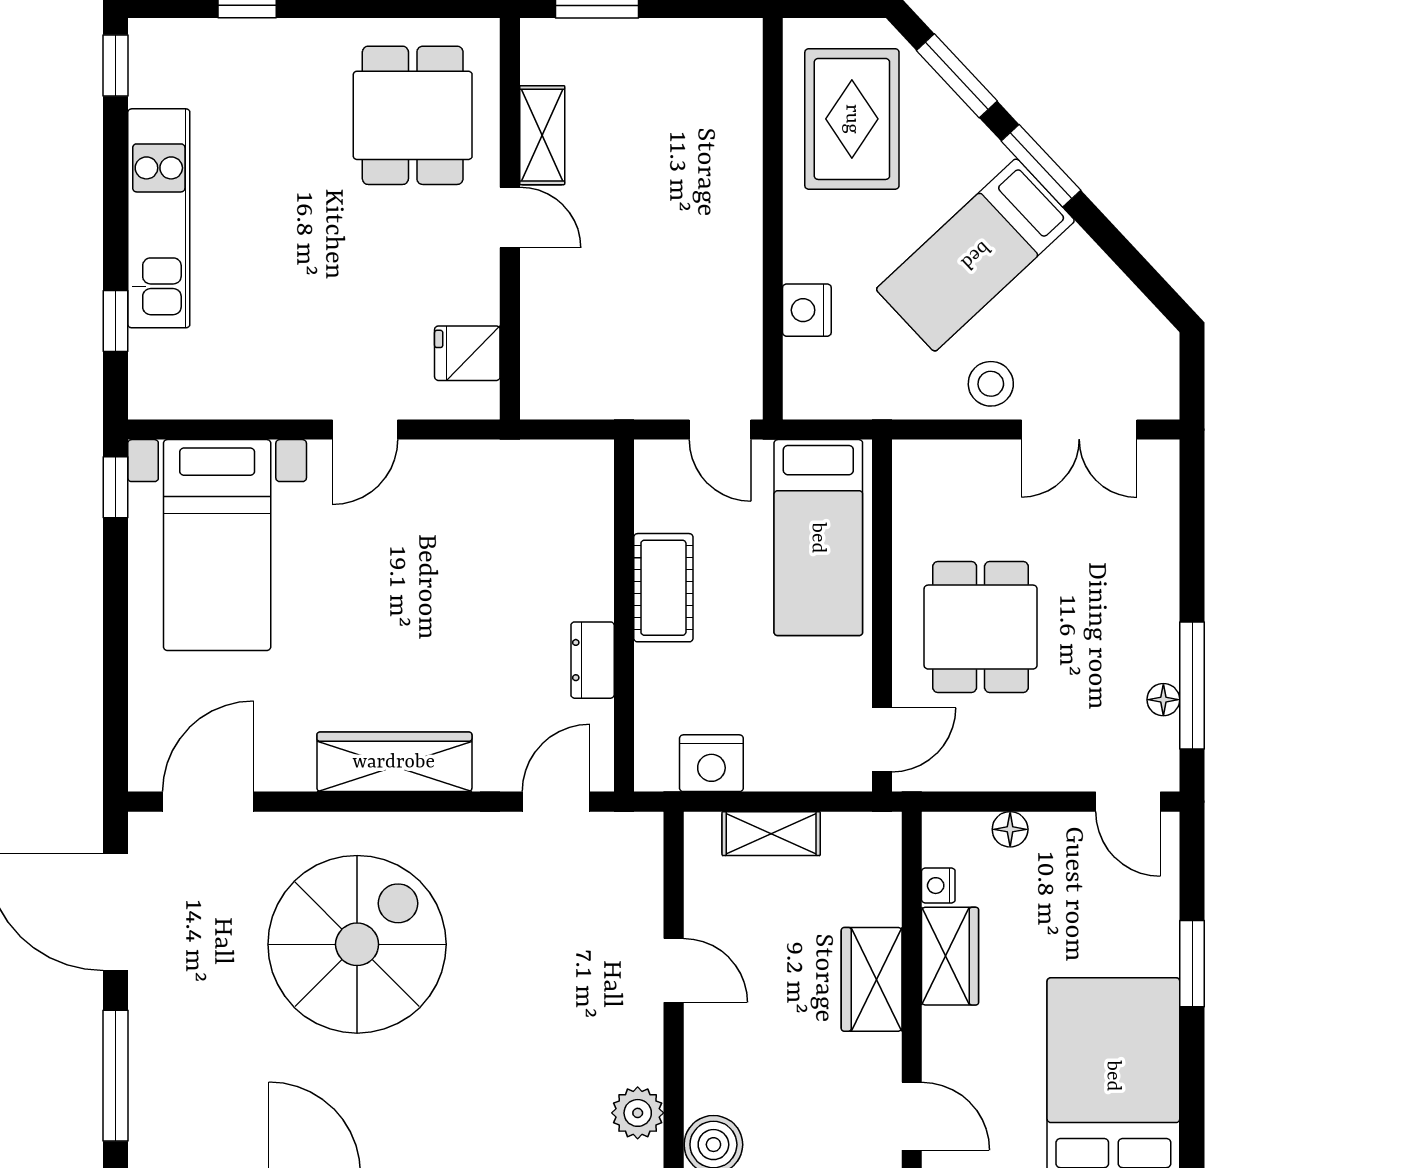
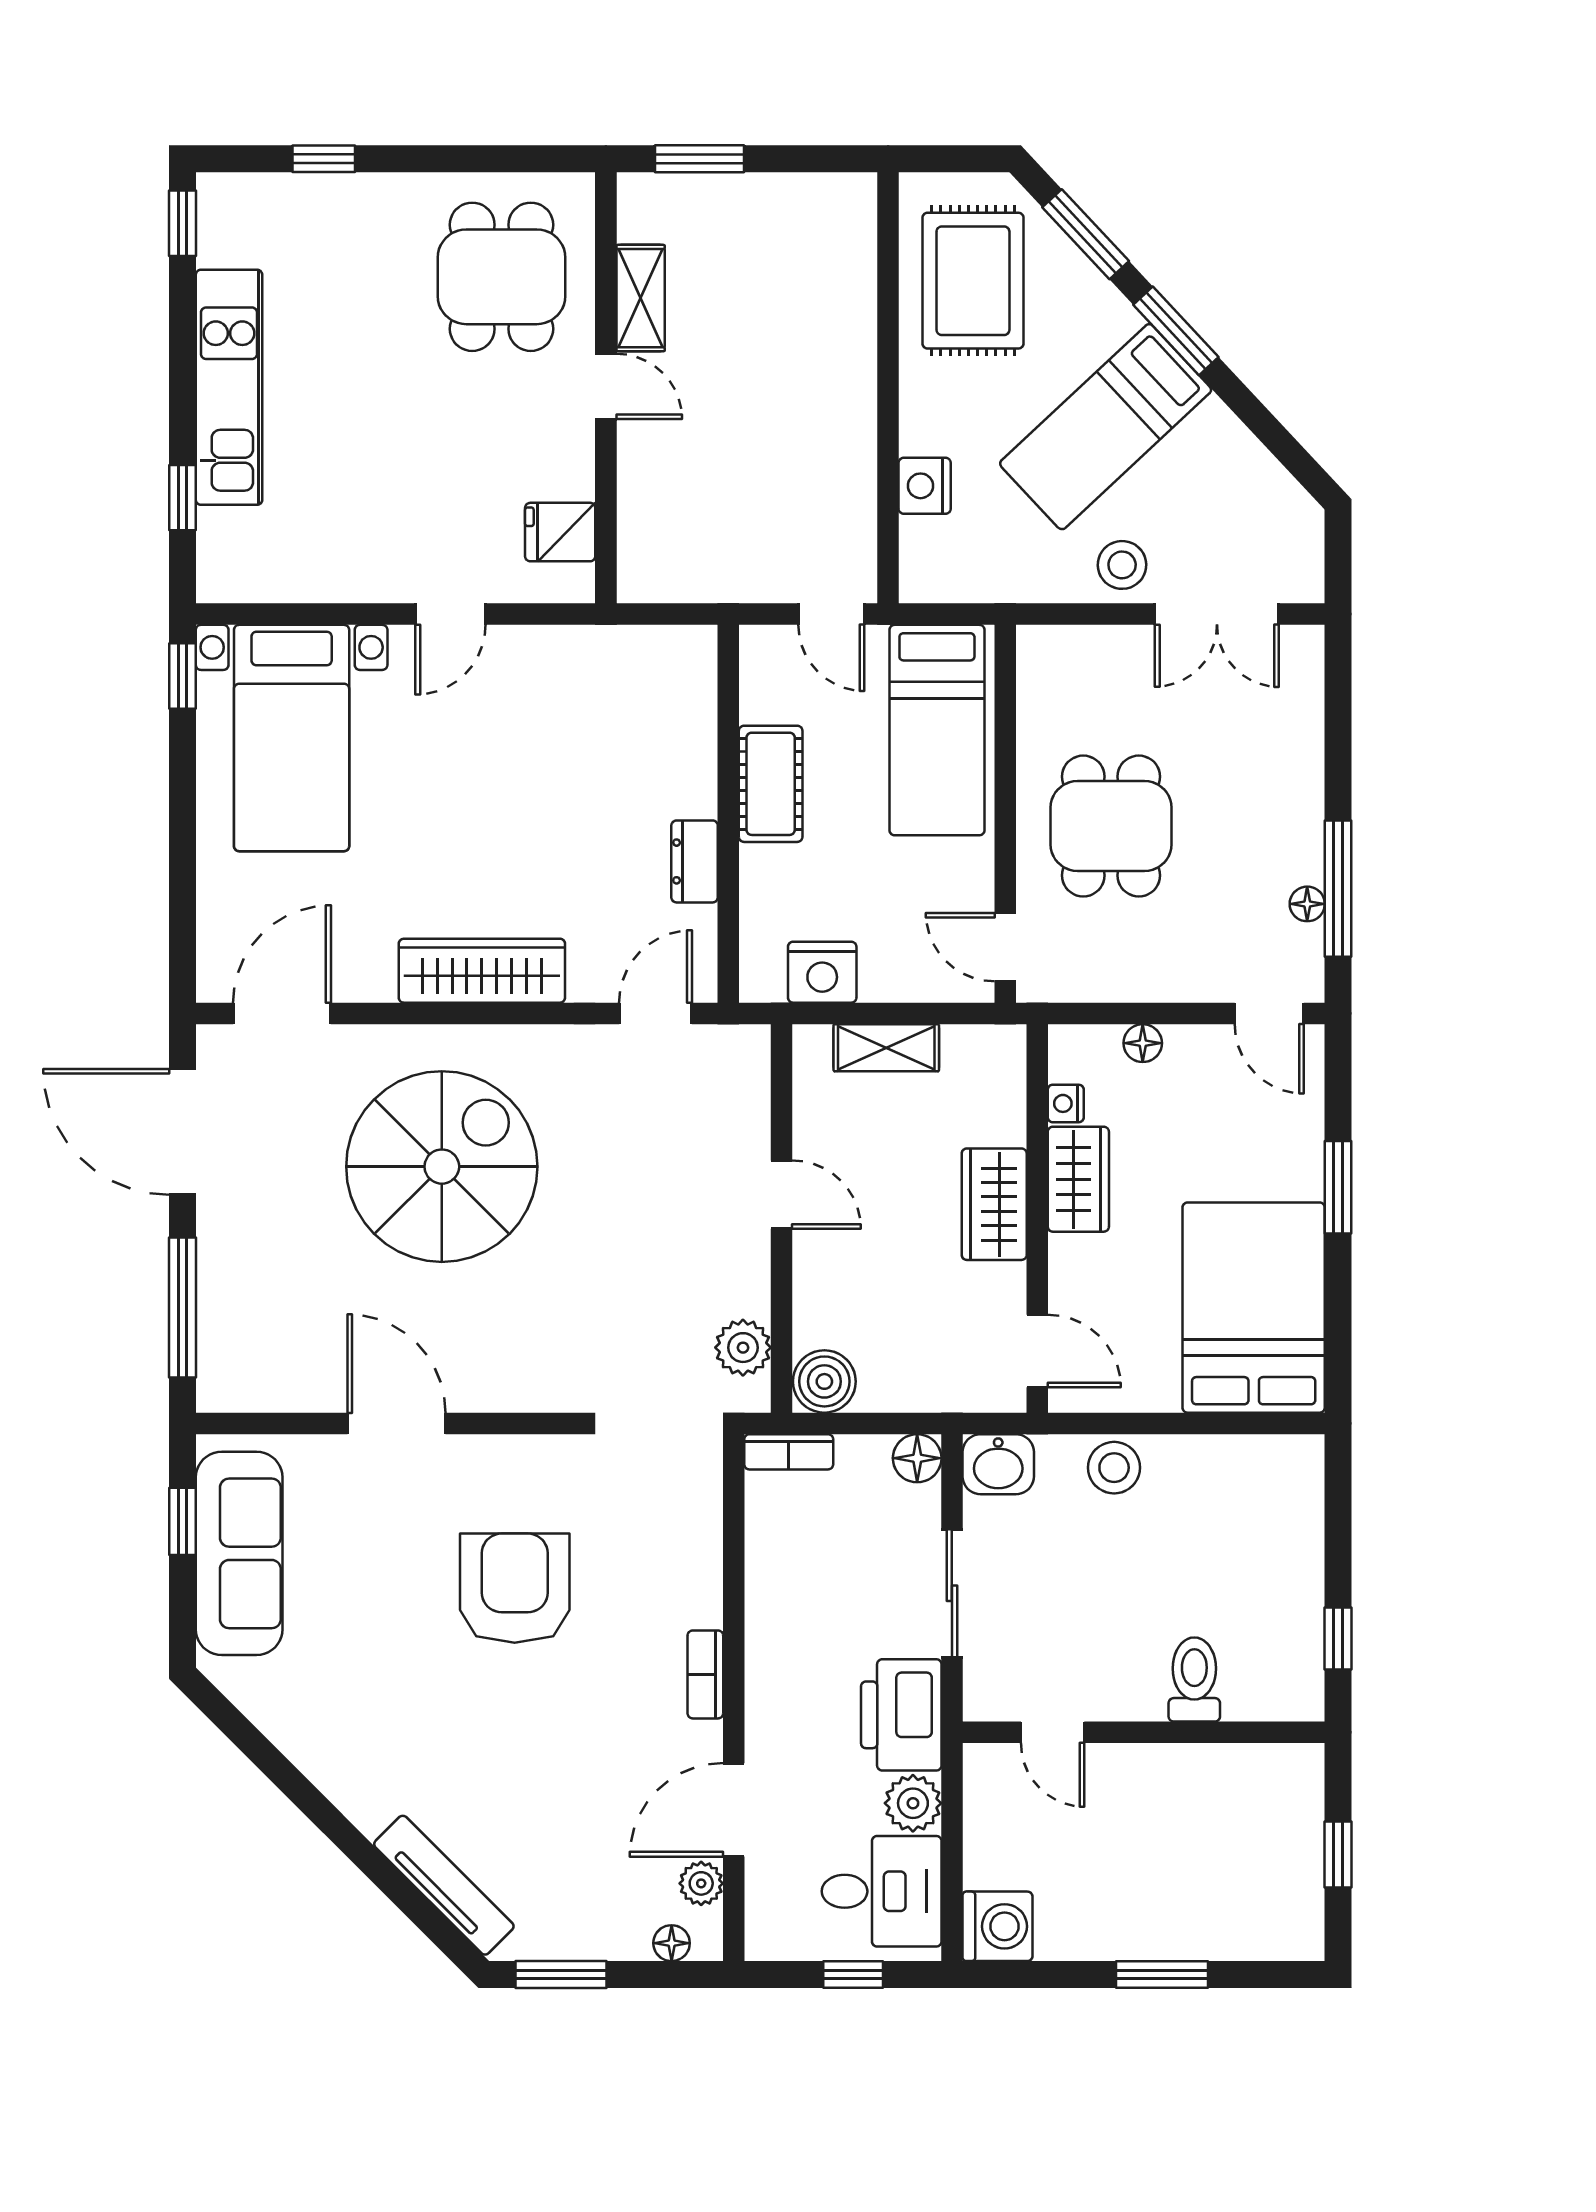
door: (882, 740) -> (1005, 947), swing flipped

